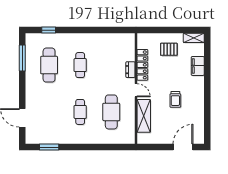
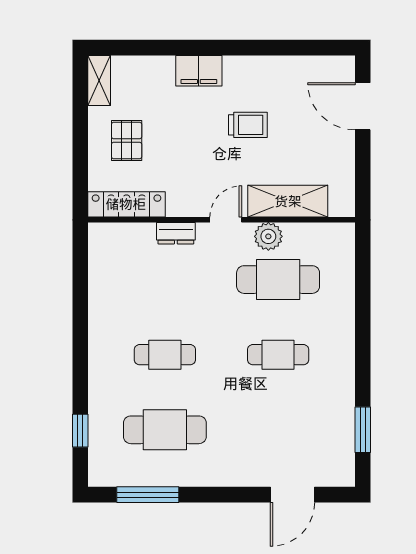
locker: (142, 65) -> (126, 204), moved
filing cabinet: (198, 66) -> (199, 71), moved
plant: (129, 108) -> (268, 236), added

